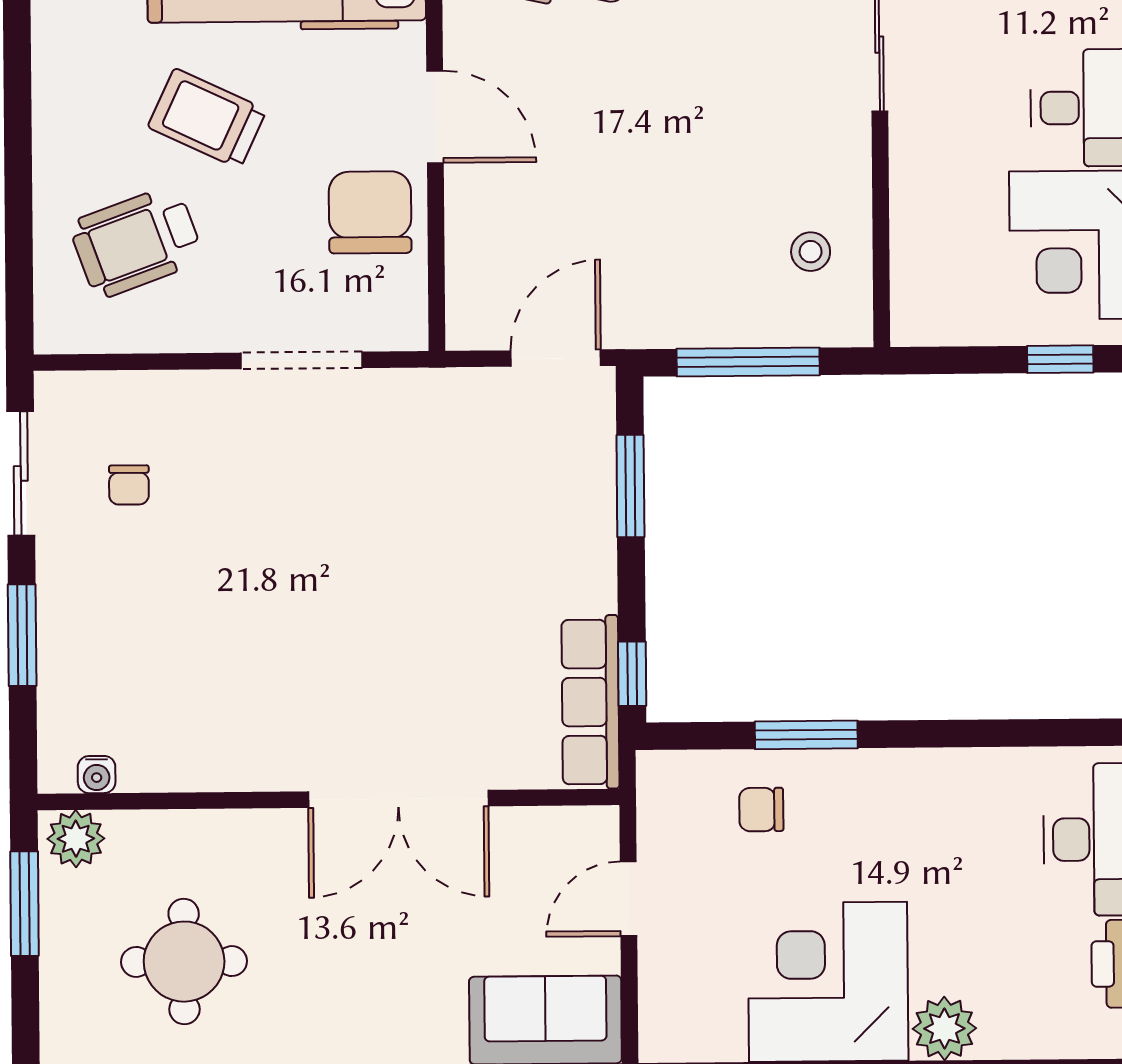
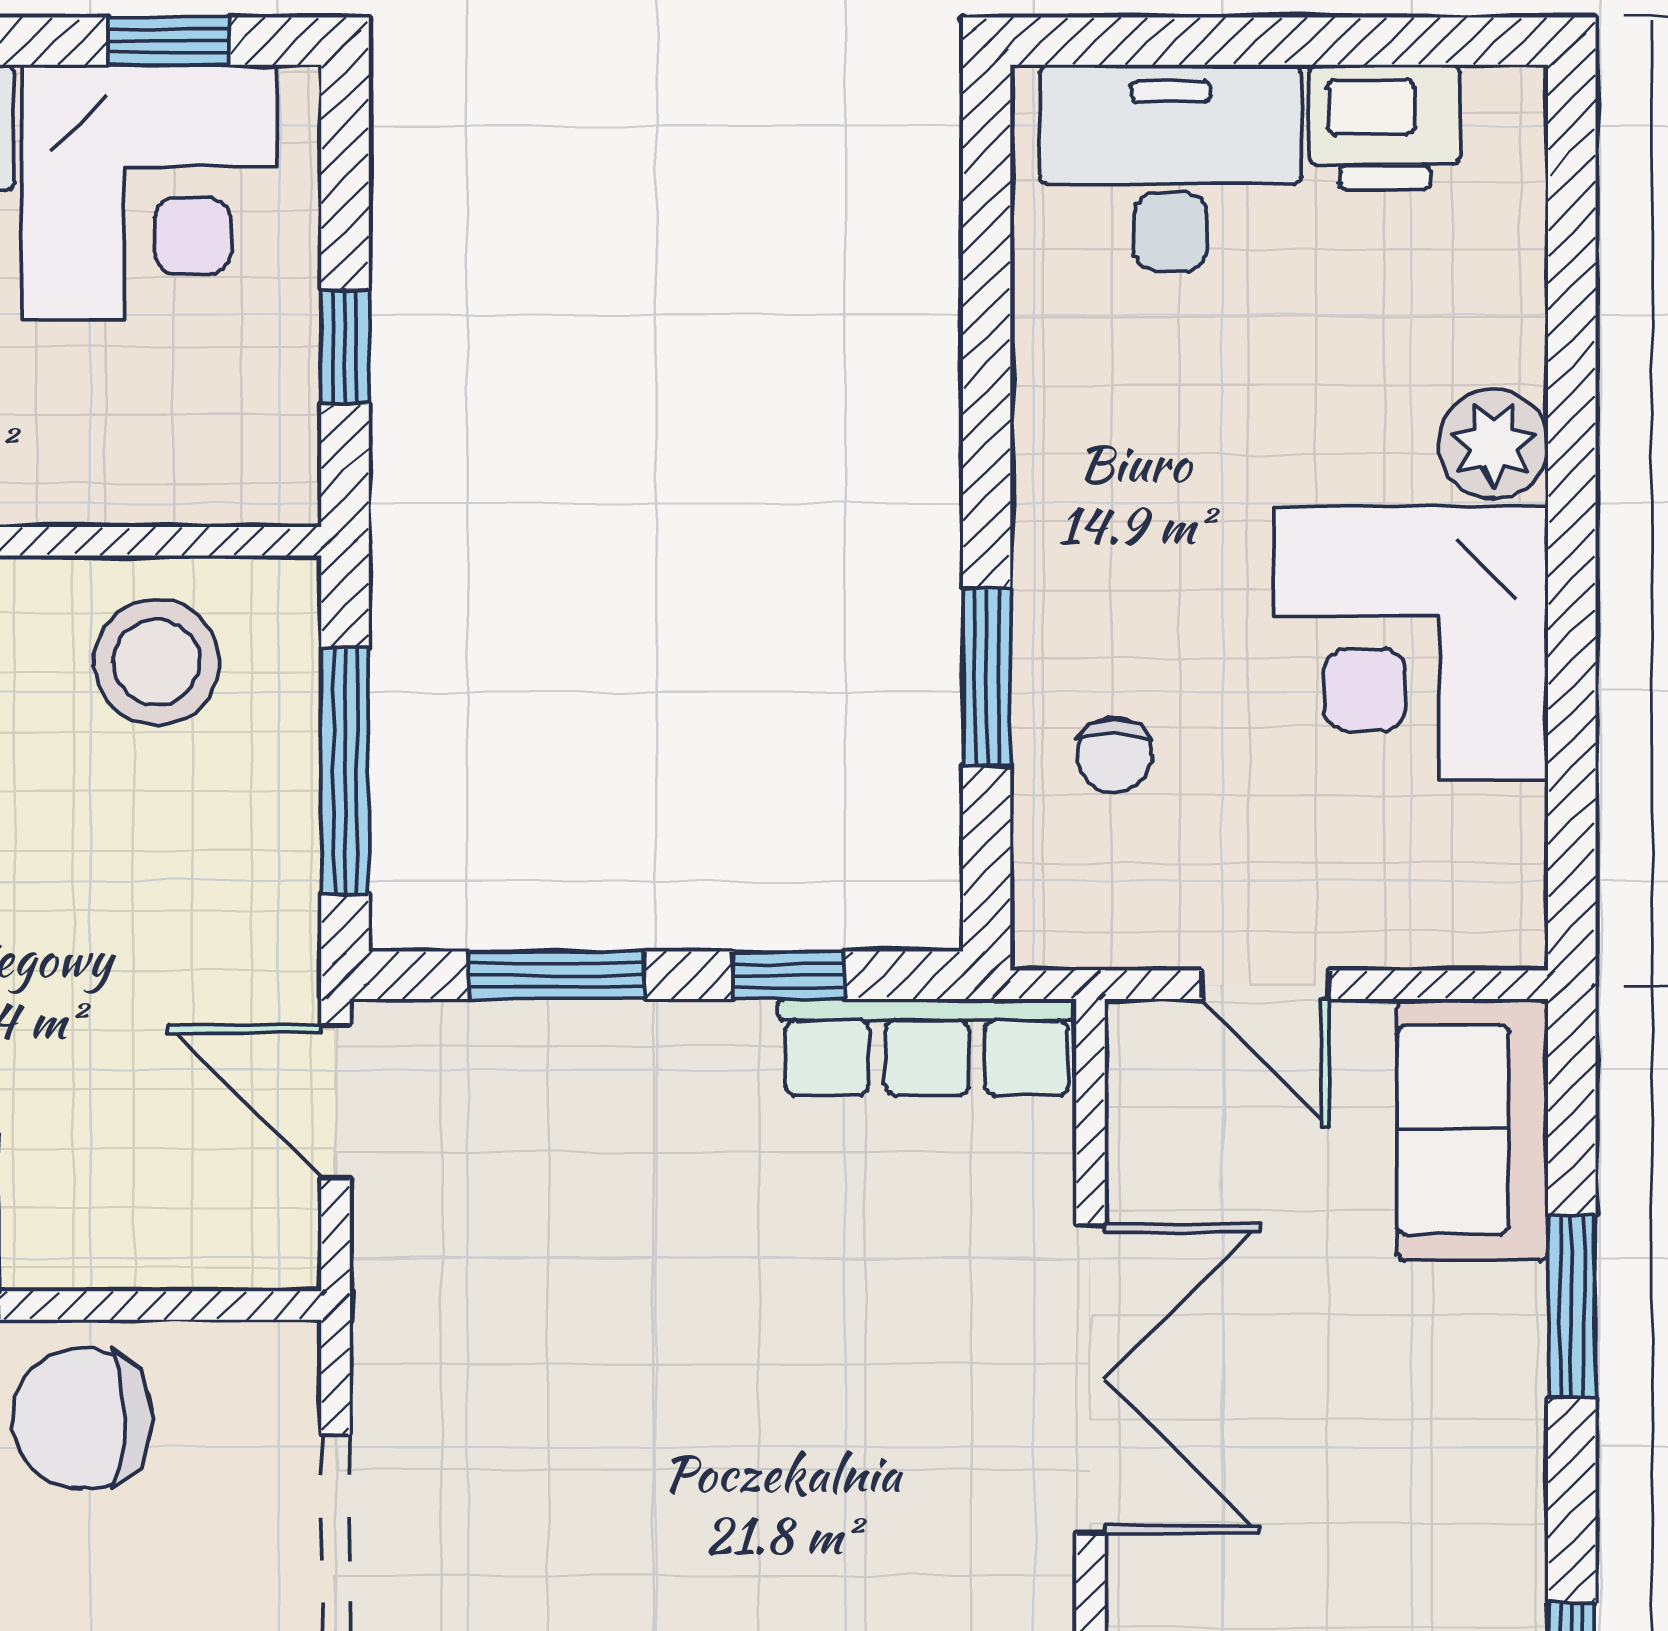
stool: (811, 252) -> (156, 662), width x1.89, depth x1.89
window: (1060, 359) -> (345, 347), moved
window: (632, 674) -> (789, 975), moved

